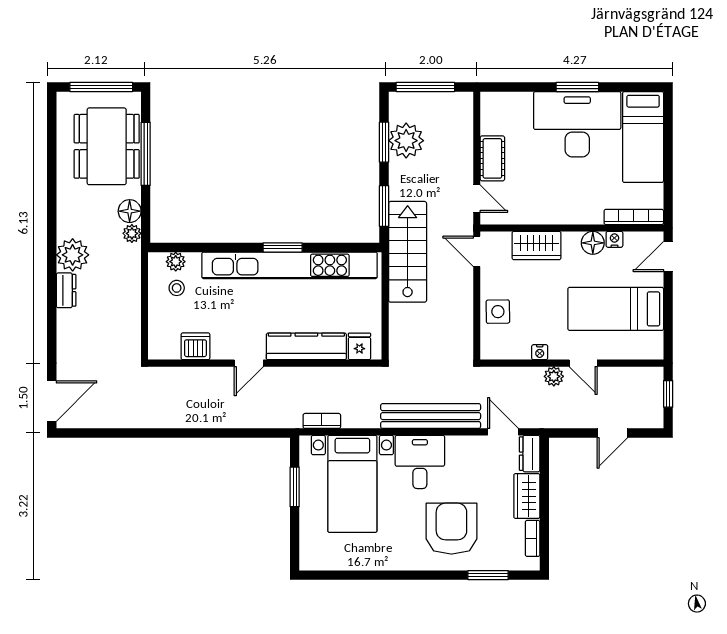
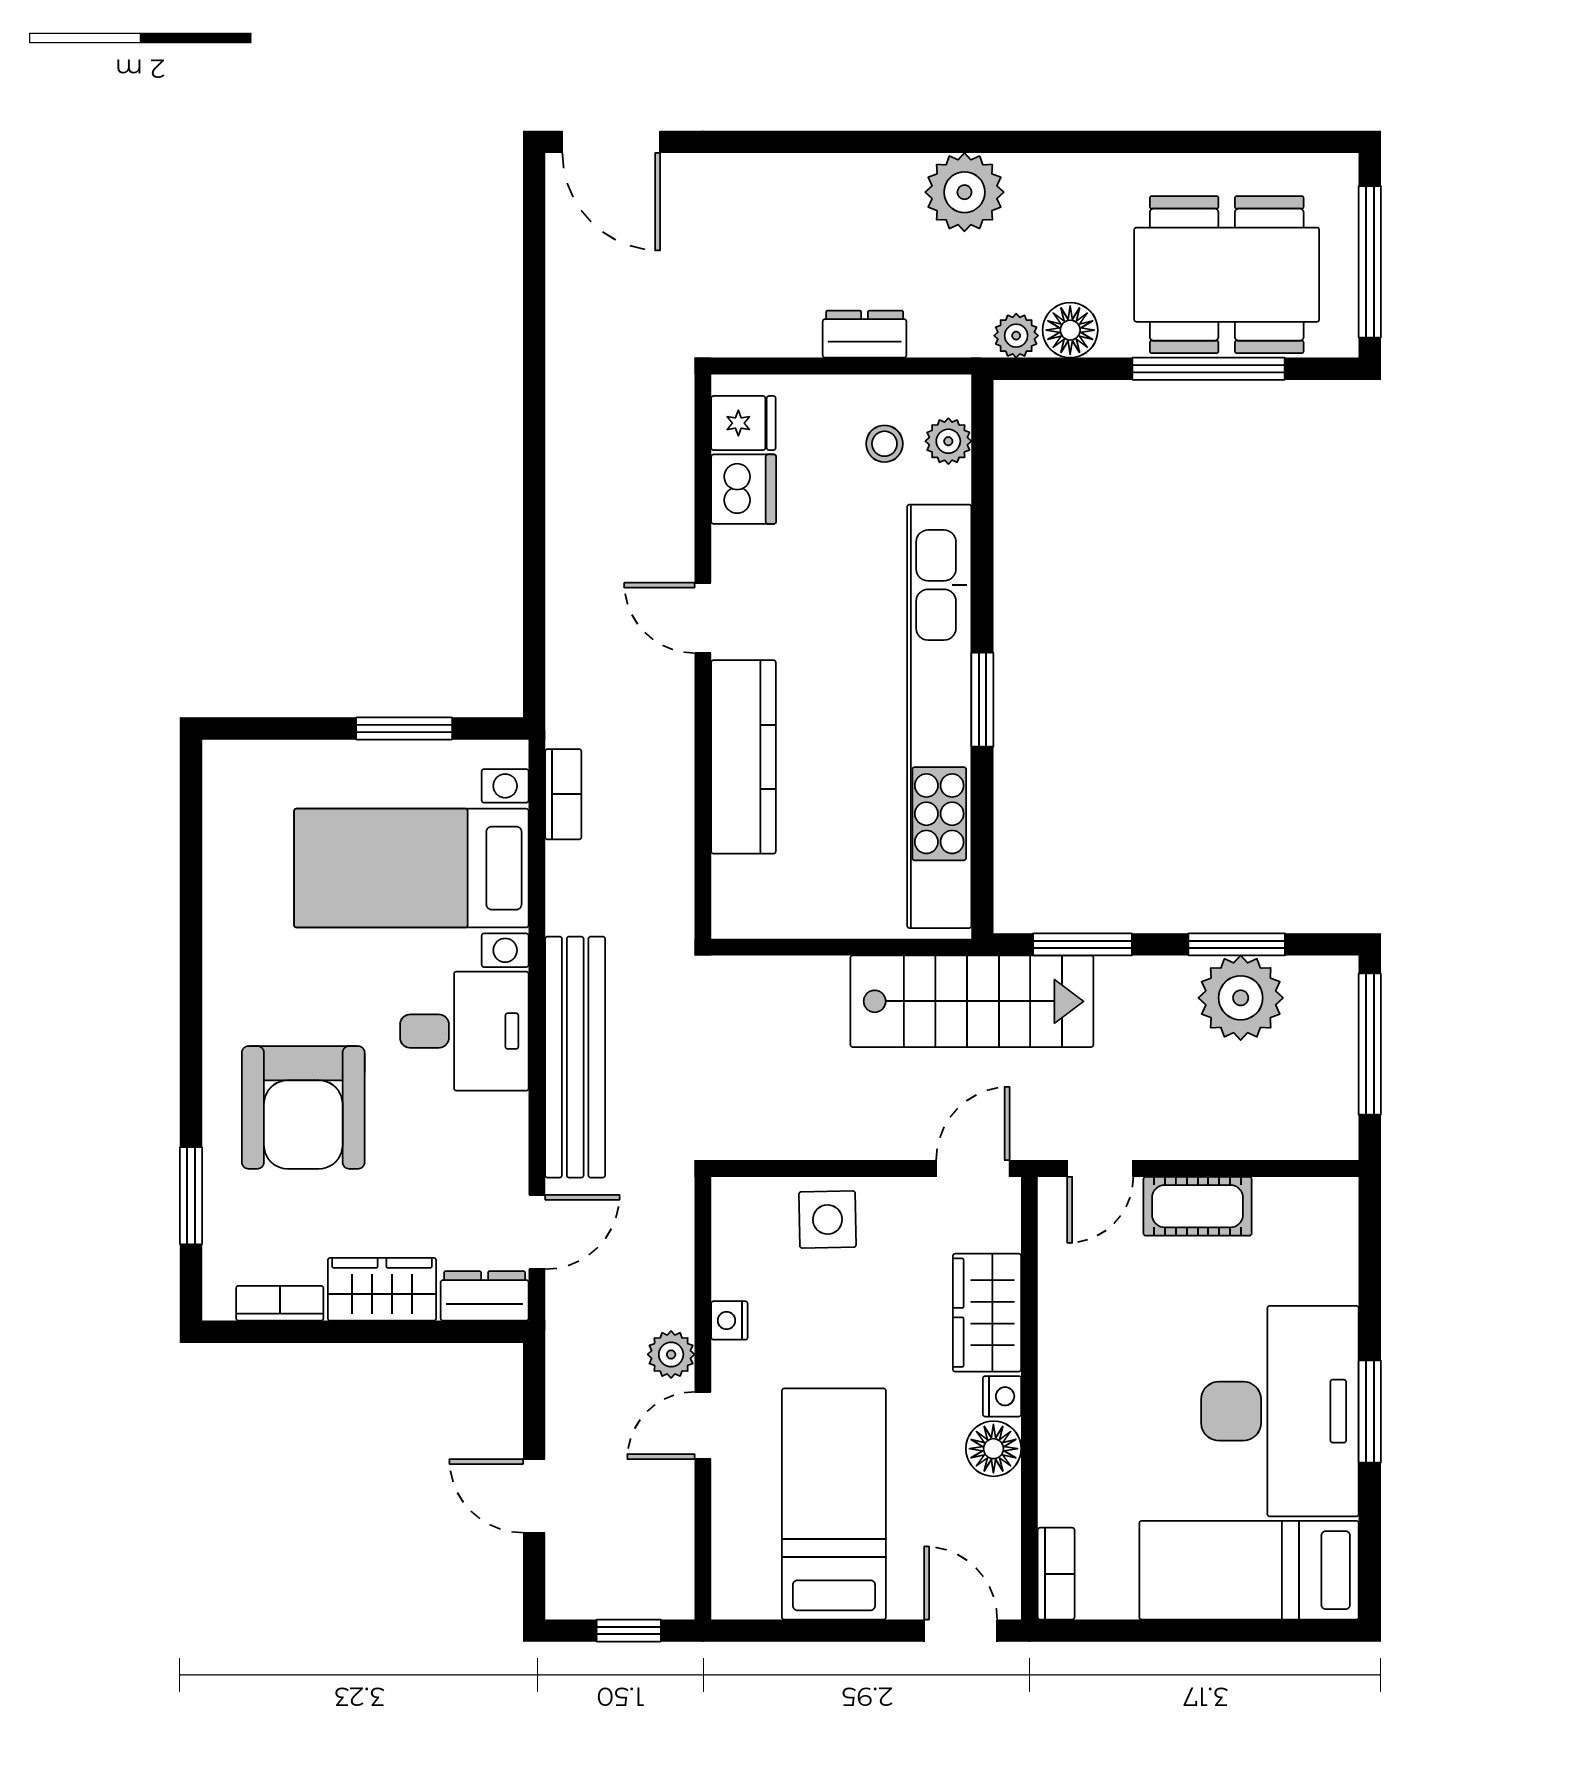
bookcase: (634, 217) -> (1056, 1574), width x0.64
nightstand: (614, 239) -> (1002, 1396), moved
dresser: (66, 290) -> (865, 334), moved, turned 180
fridge: (359, 346) -> (743, 423), moved
armchair: (451, 529) -> (303, 1107), turned 90

